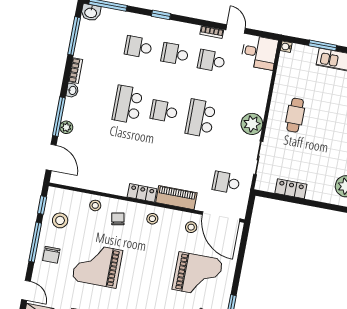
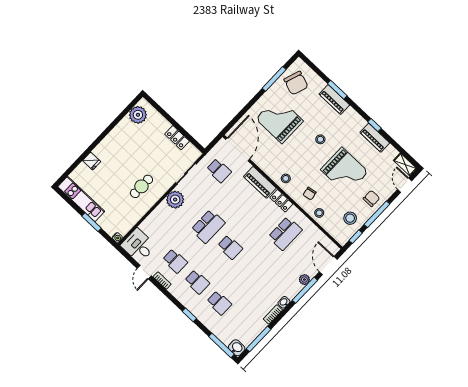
school desk: (128, 104) -> (285, 233), moved
stool: (191, 227) -> (320, 139), moved

